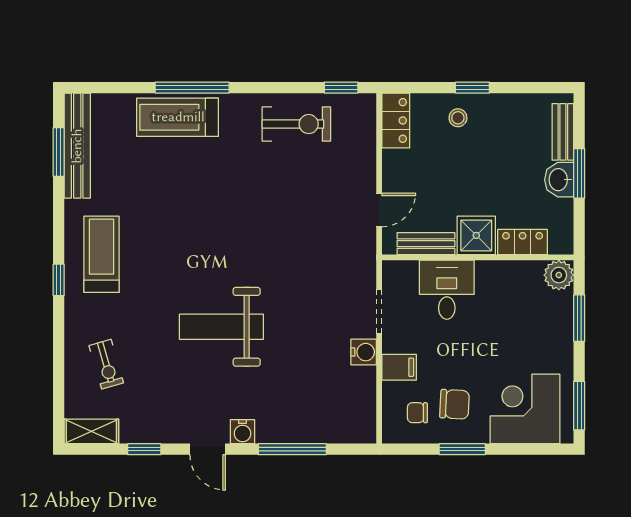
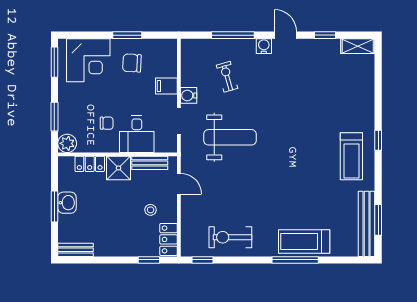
window: (472, 88) -> (149, 260), moved
treadmill: (178, 117) -> (304, 241), turned 180
stool: (458, 118) -> (151, 210), moved
bench: (563, 132) -> (76, 250), moved, turned 90
door: (379, 210) -> (179, 184), swing flipped
weight bench: (221, 327) -> (230, 137), moved
exercise bike: (106, 364) -> (227, 77), moved
chair: (417, 413) -> (107, 123), moved

